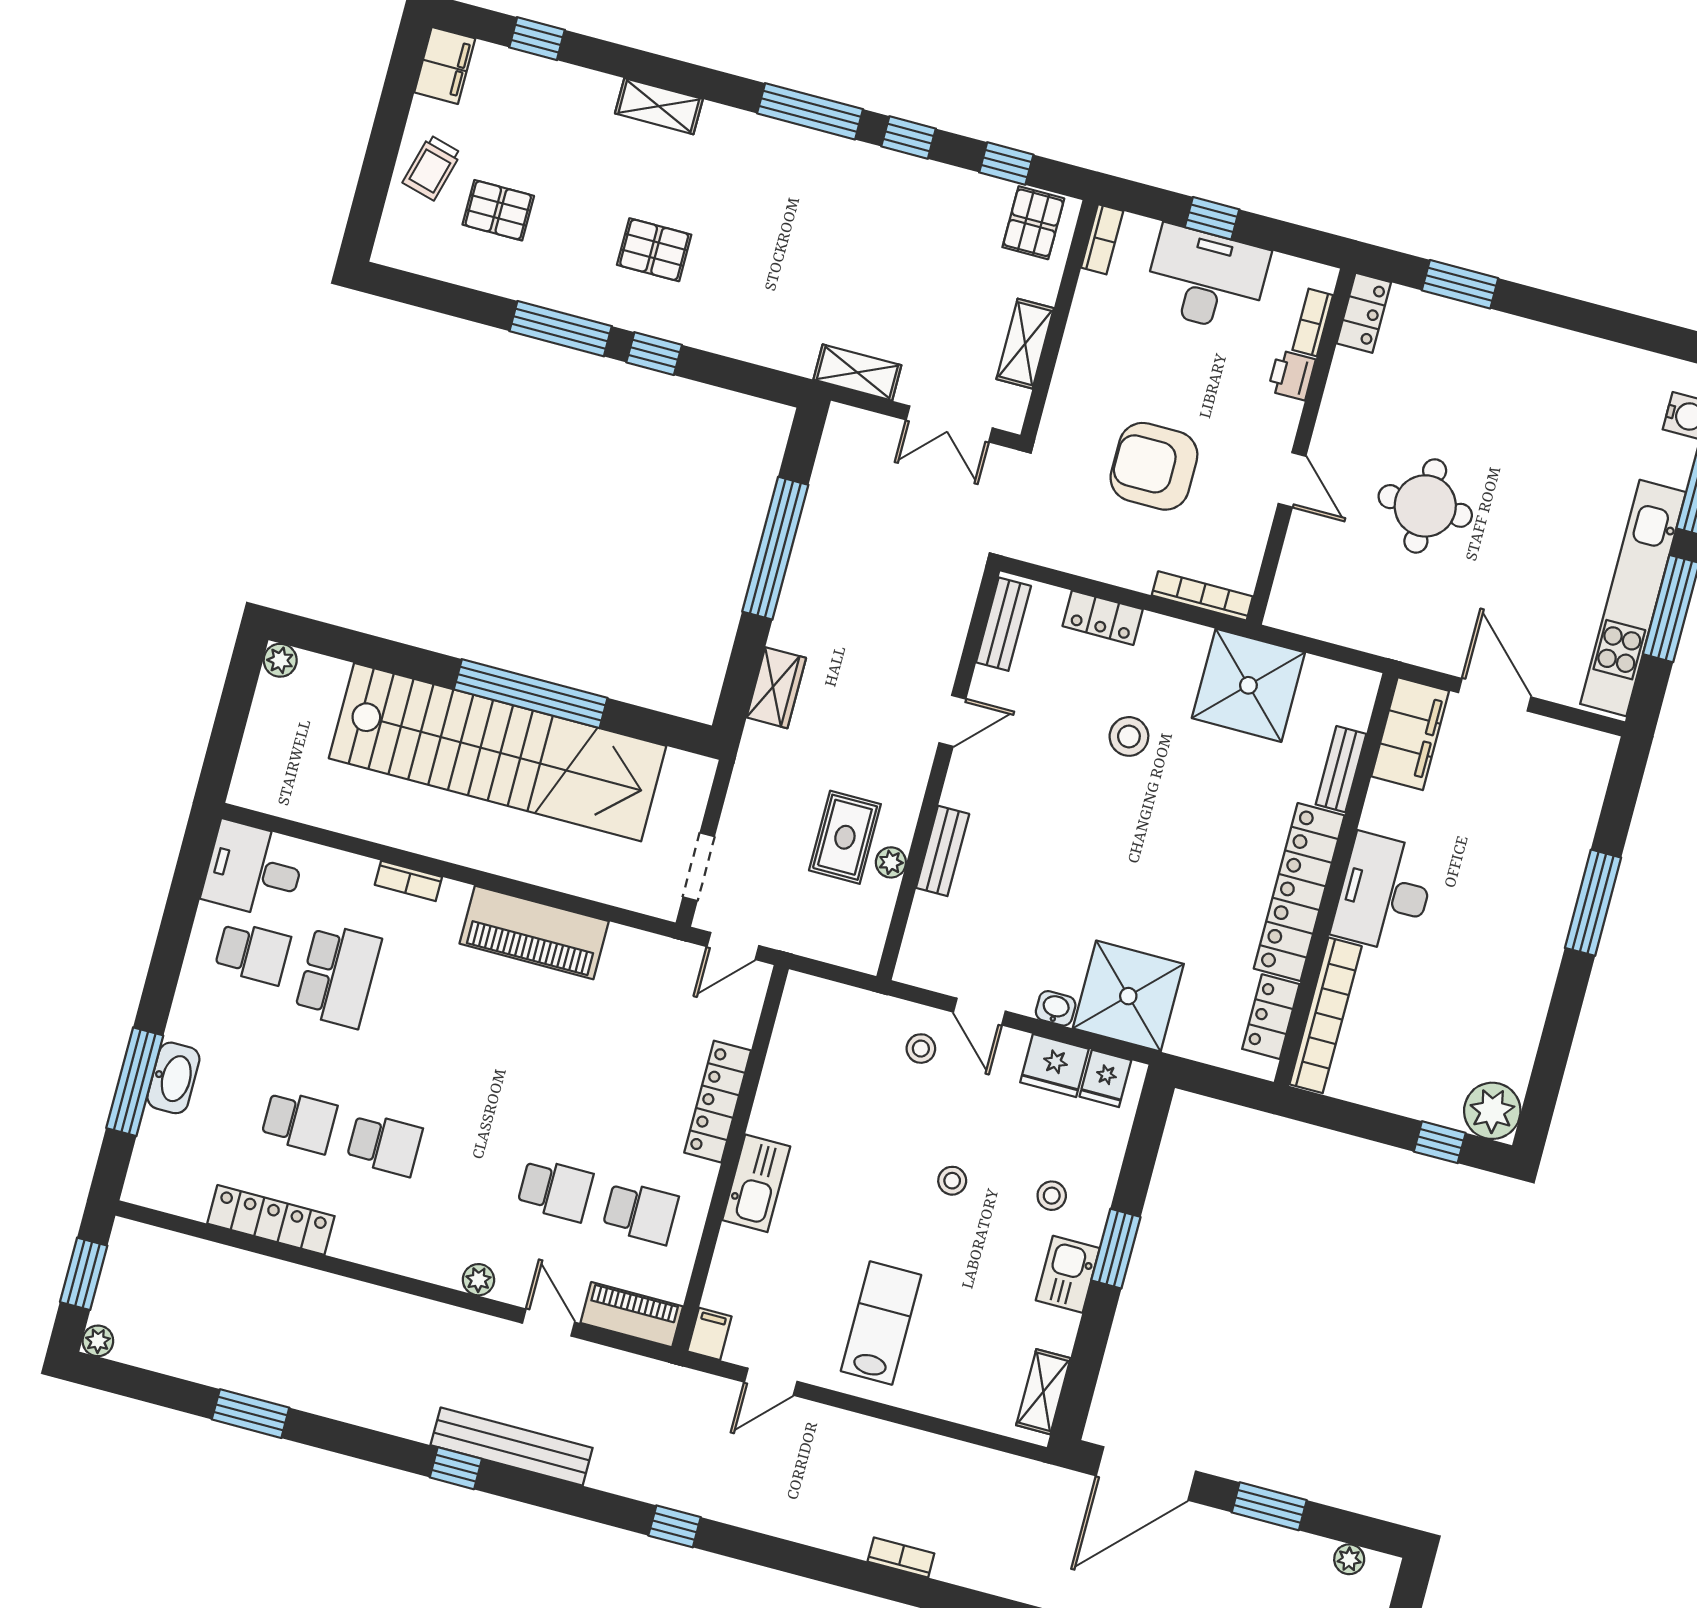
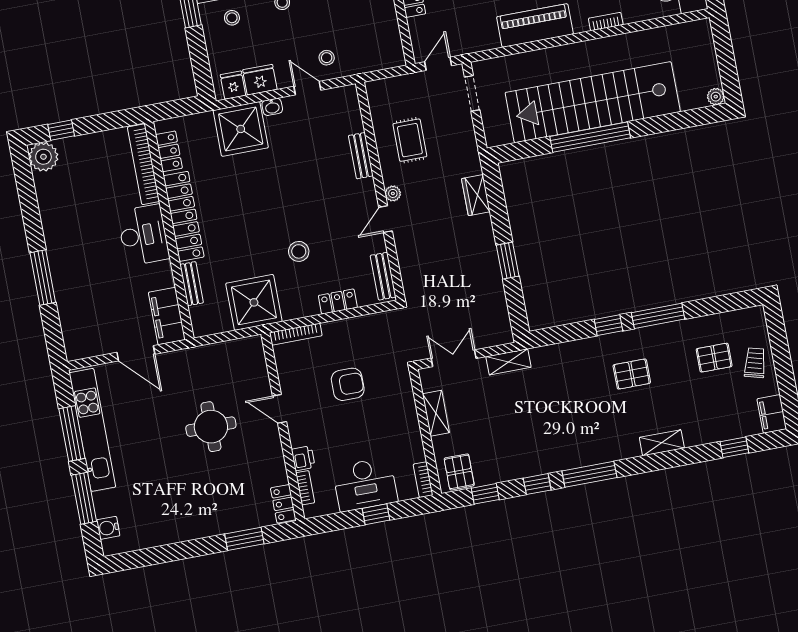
armchair: (1154, 466) -> (348, 384), width x0.73, depth x0.73
window: (775, 548) -> (508, 261), width x0.47
plant: (891, 862) -> (393, 193), moved

